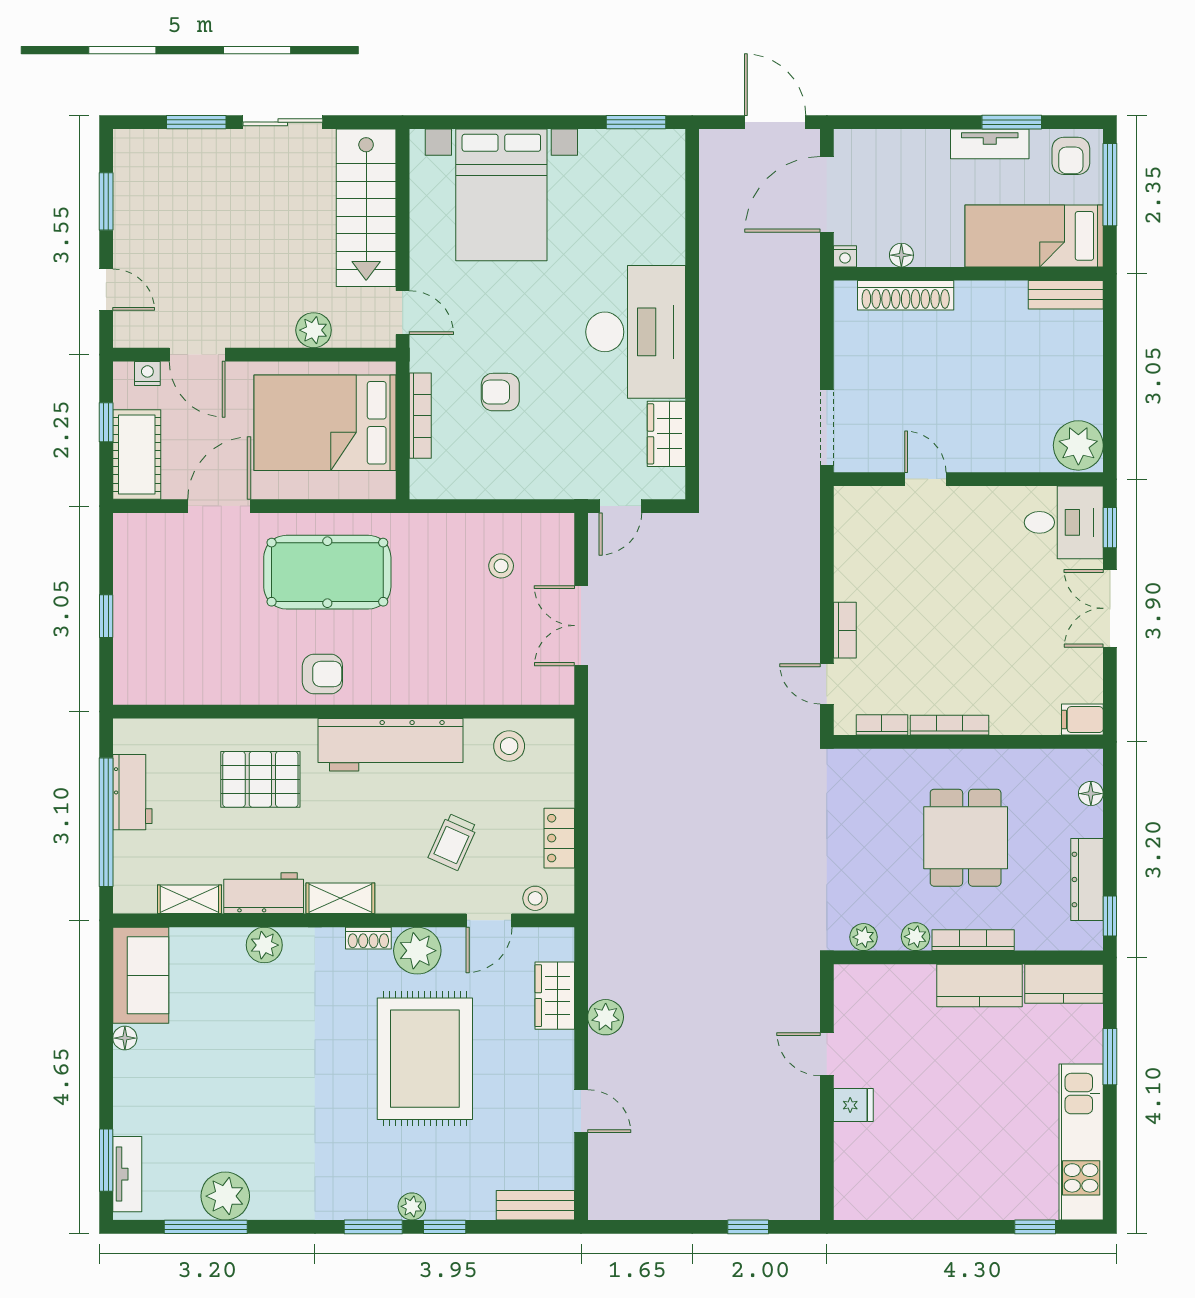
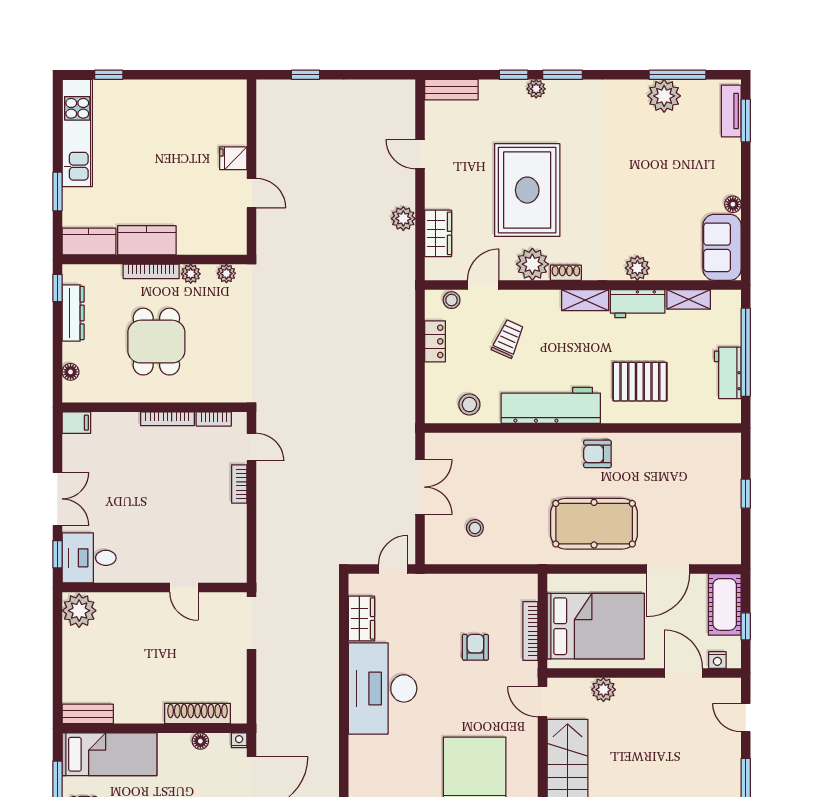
armchair: (500, 392) -> (475, 647), turned -90

